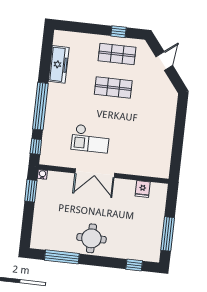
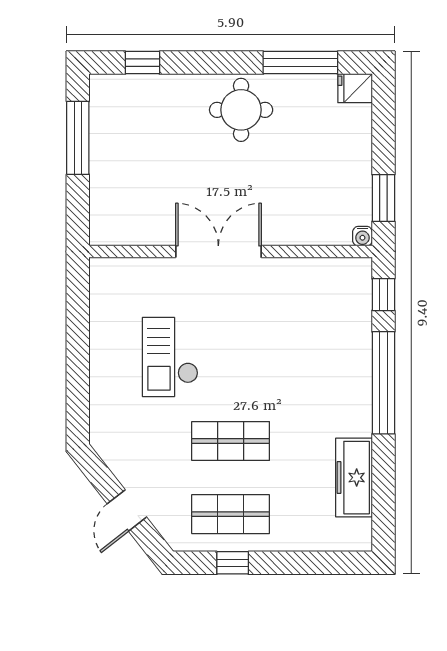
checkout: (90, 139) -> (170, 357), moved, turned -90
double door: (95, 173) -> (218, 252), moved
fridge: (143, 189) -> (355, 88), moved, turned -90

